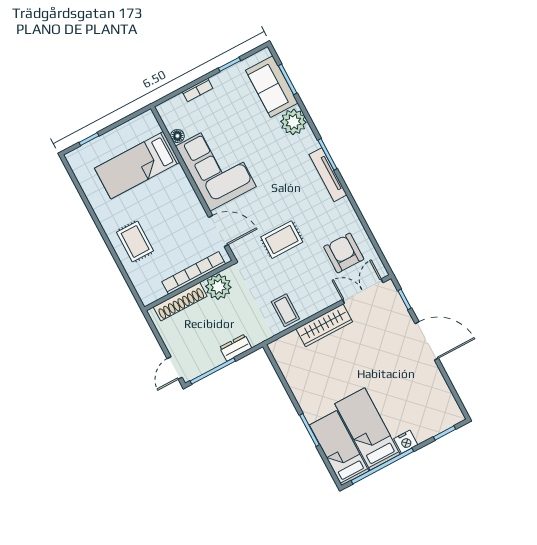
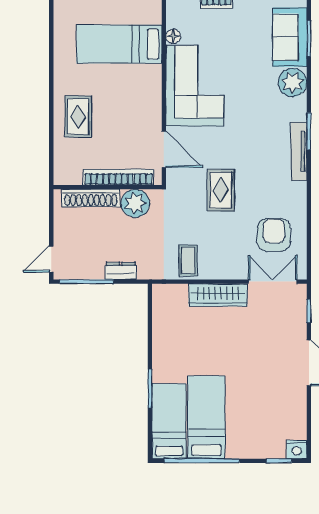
rug: (282, 240) -> (221, 190), turned 90
nightstand: (406, 442) -> (297, 449), moved

